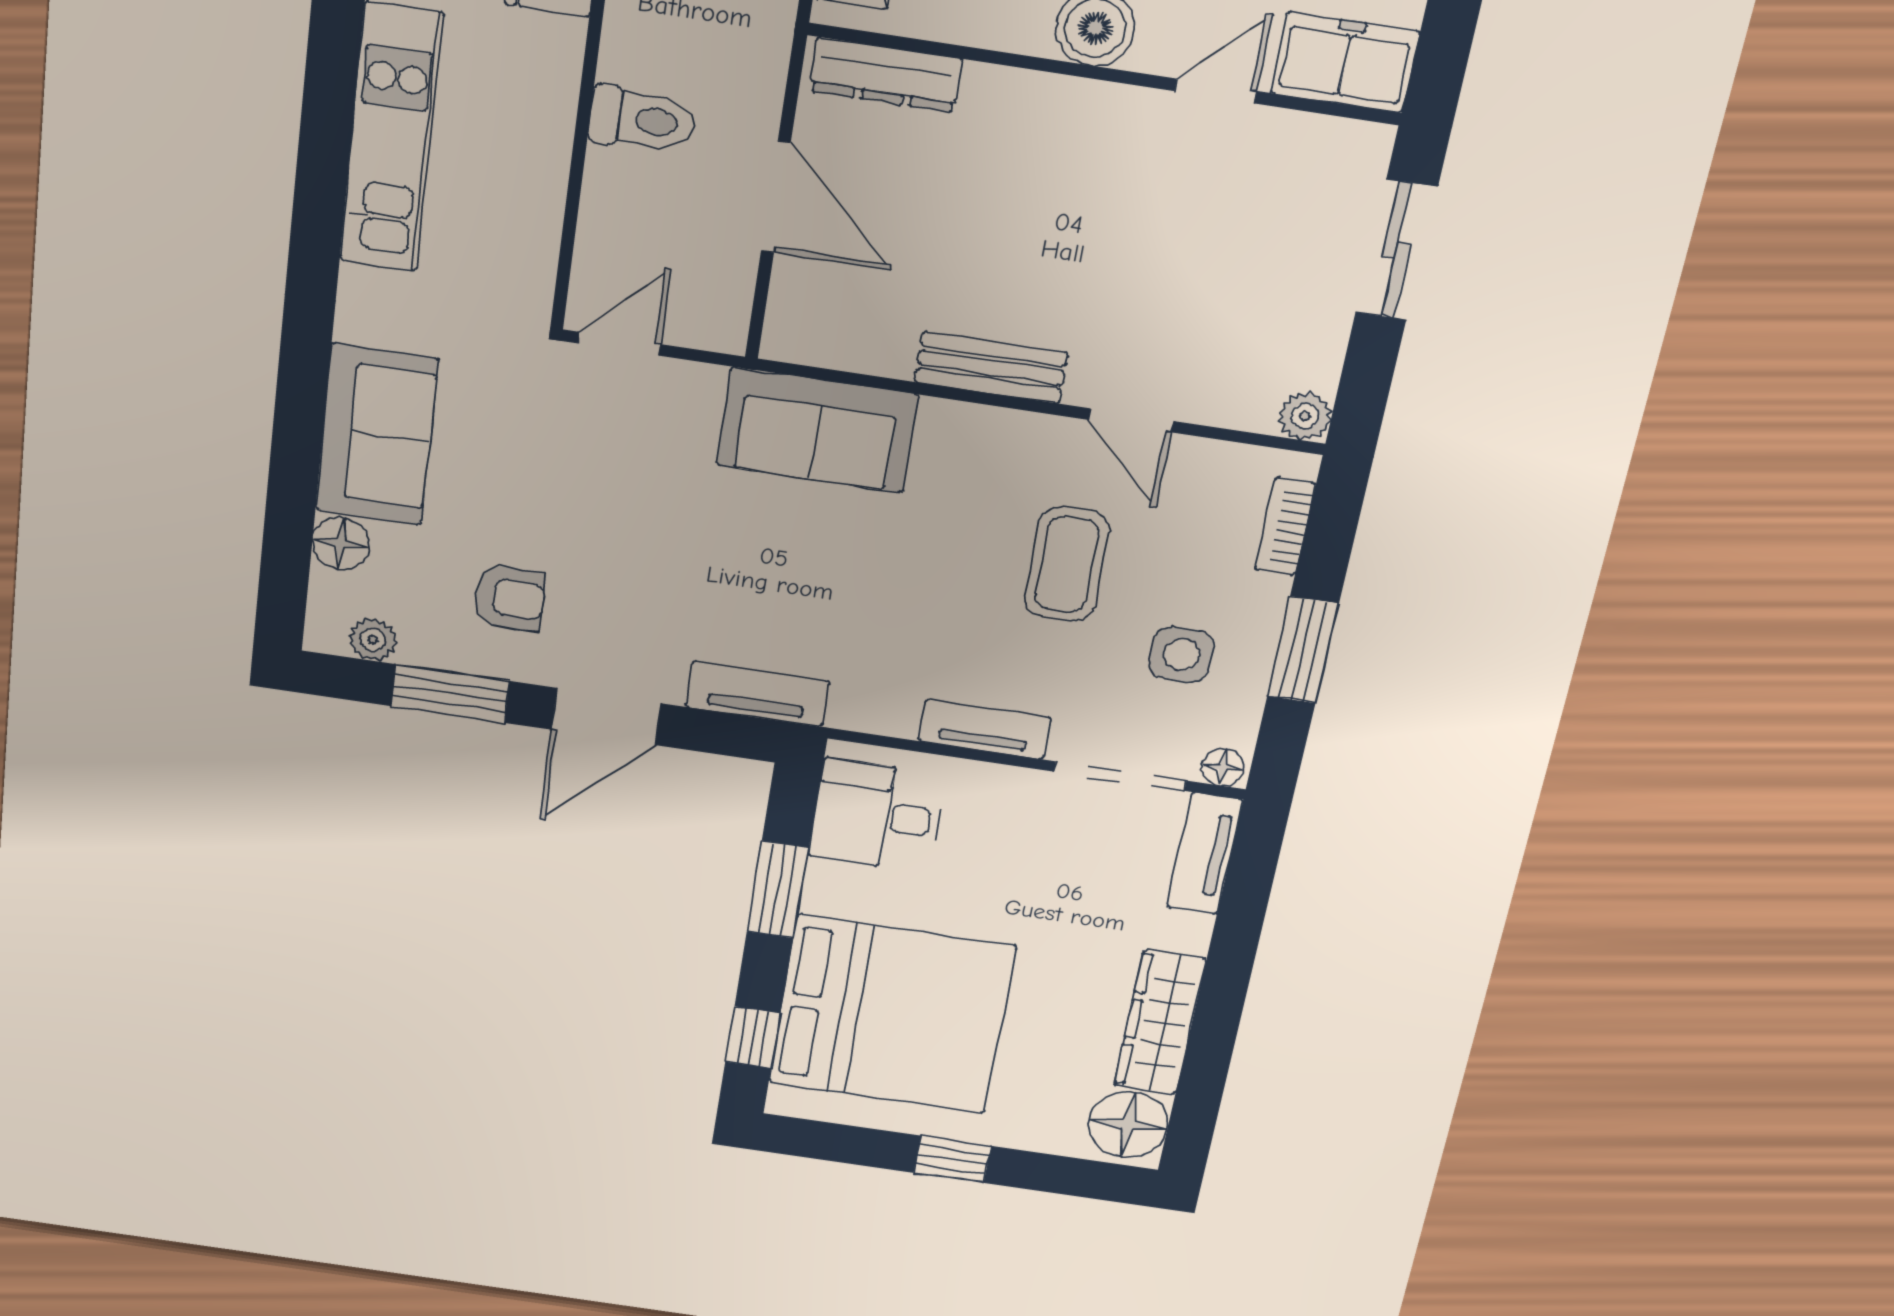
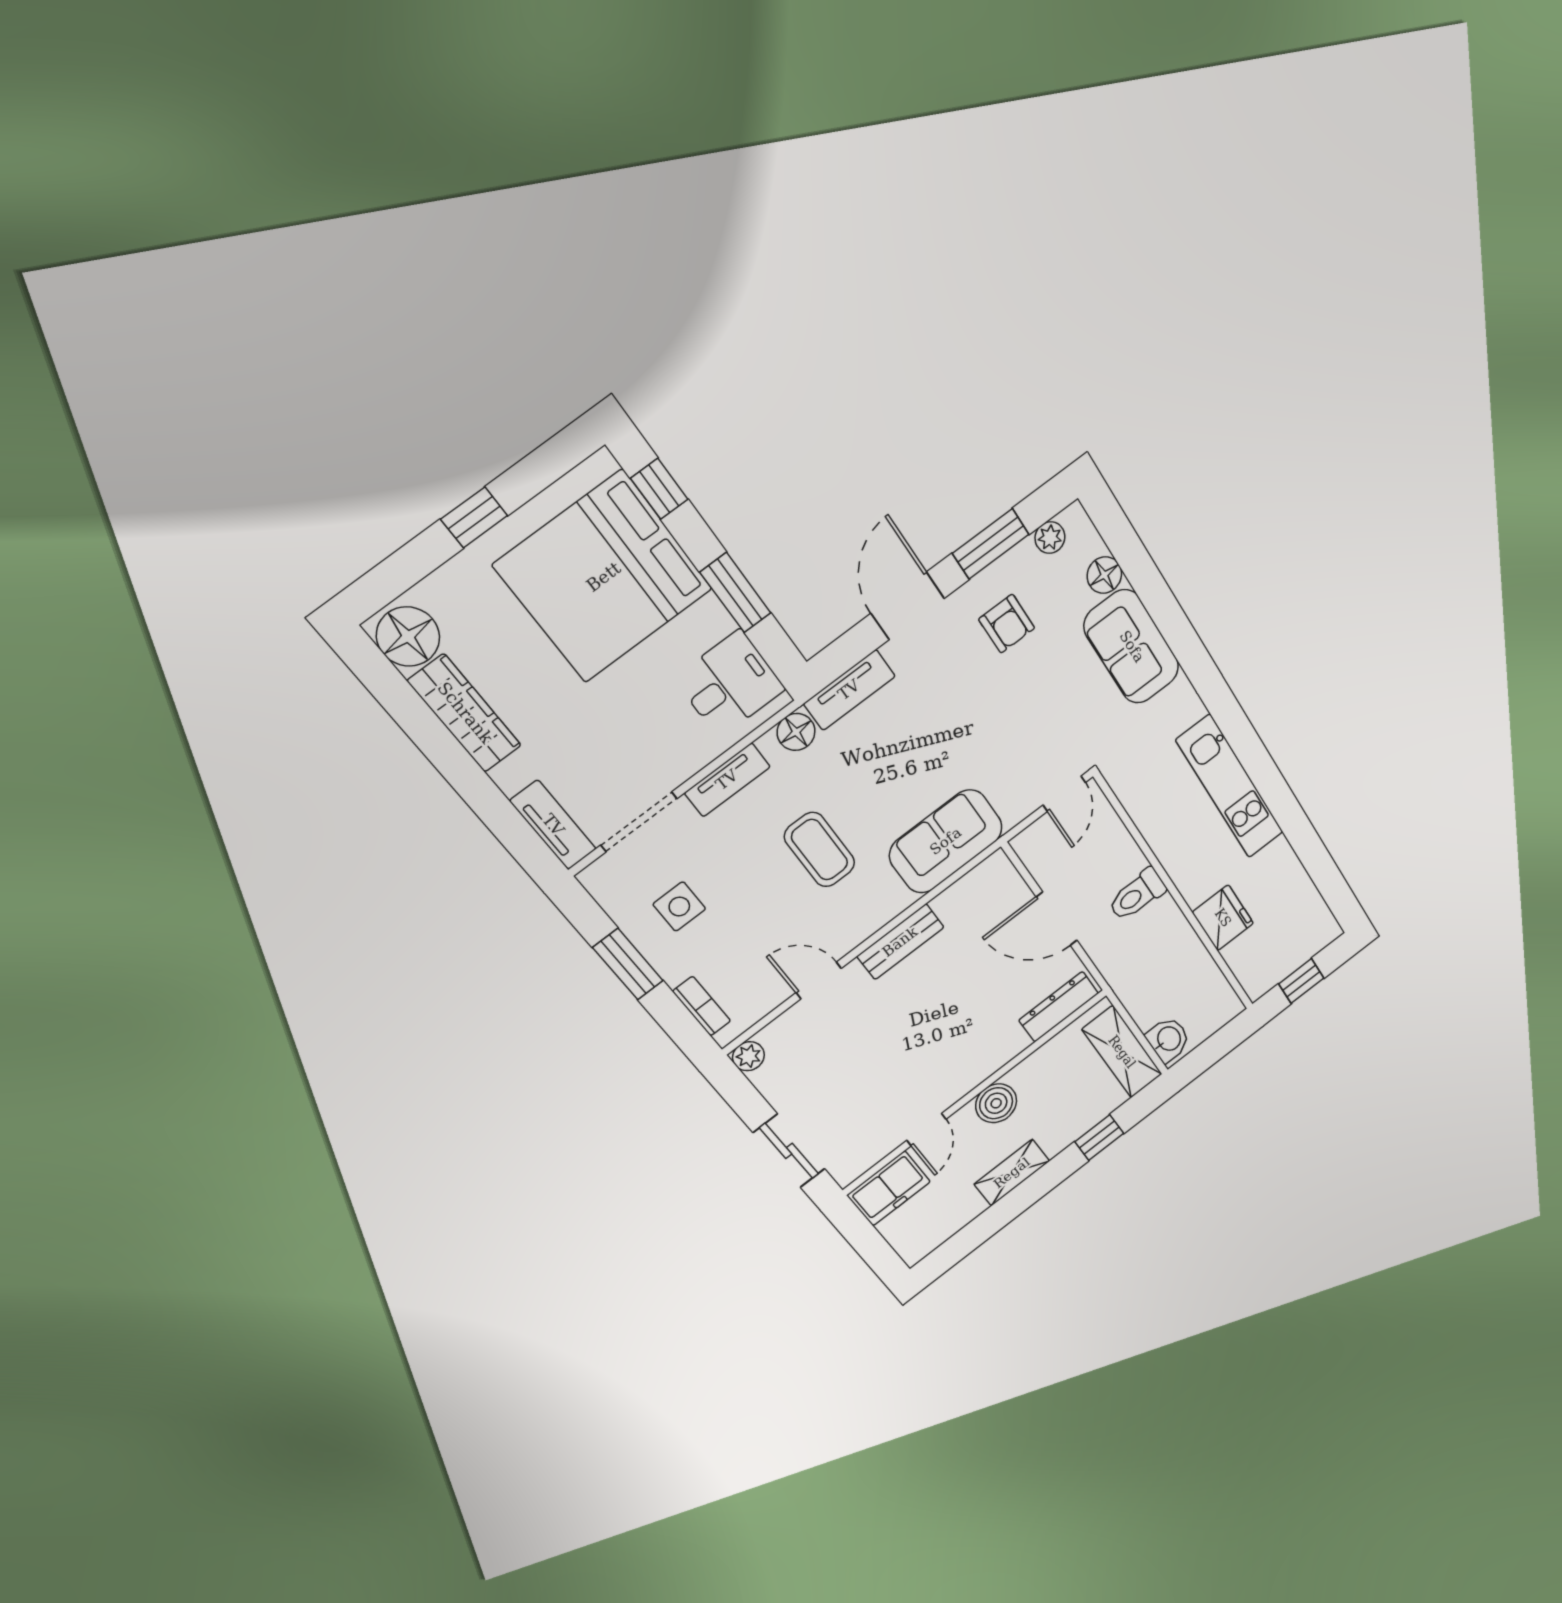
coffee table: (1067, 564) -> (820, 850), moved
armchair: (509, 598) -> (1007, 624), turned -90
floor lamp: (1223, 767) -> (796, 732), moved, width x1.37, depth x1.37

